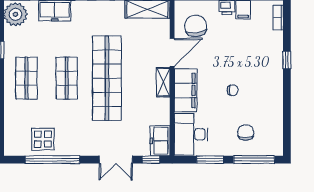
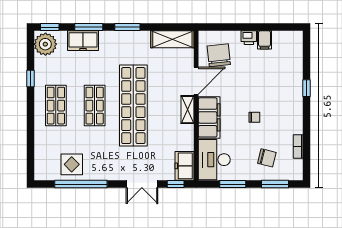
bookcase: (278, 18) -> (298, 147), moved
chair: (246, 132) -> (267, 158), turned 104
window: (254, 160) -> (275, 184), width x0.69

